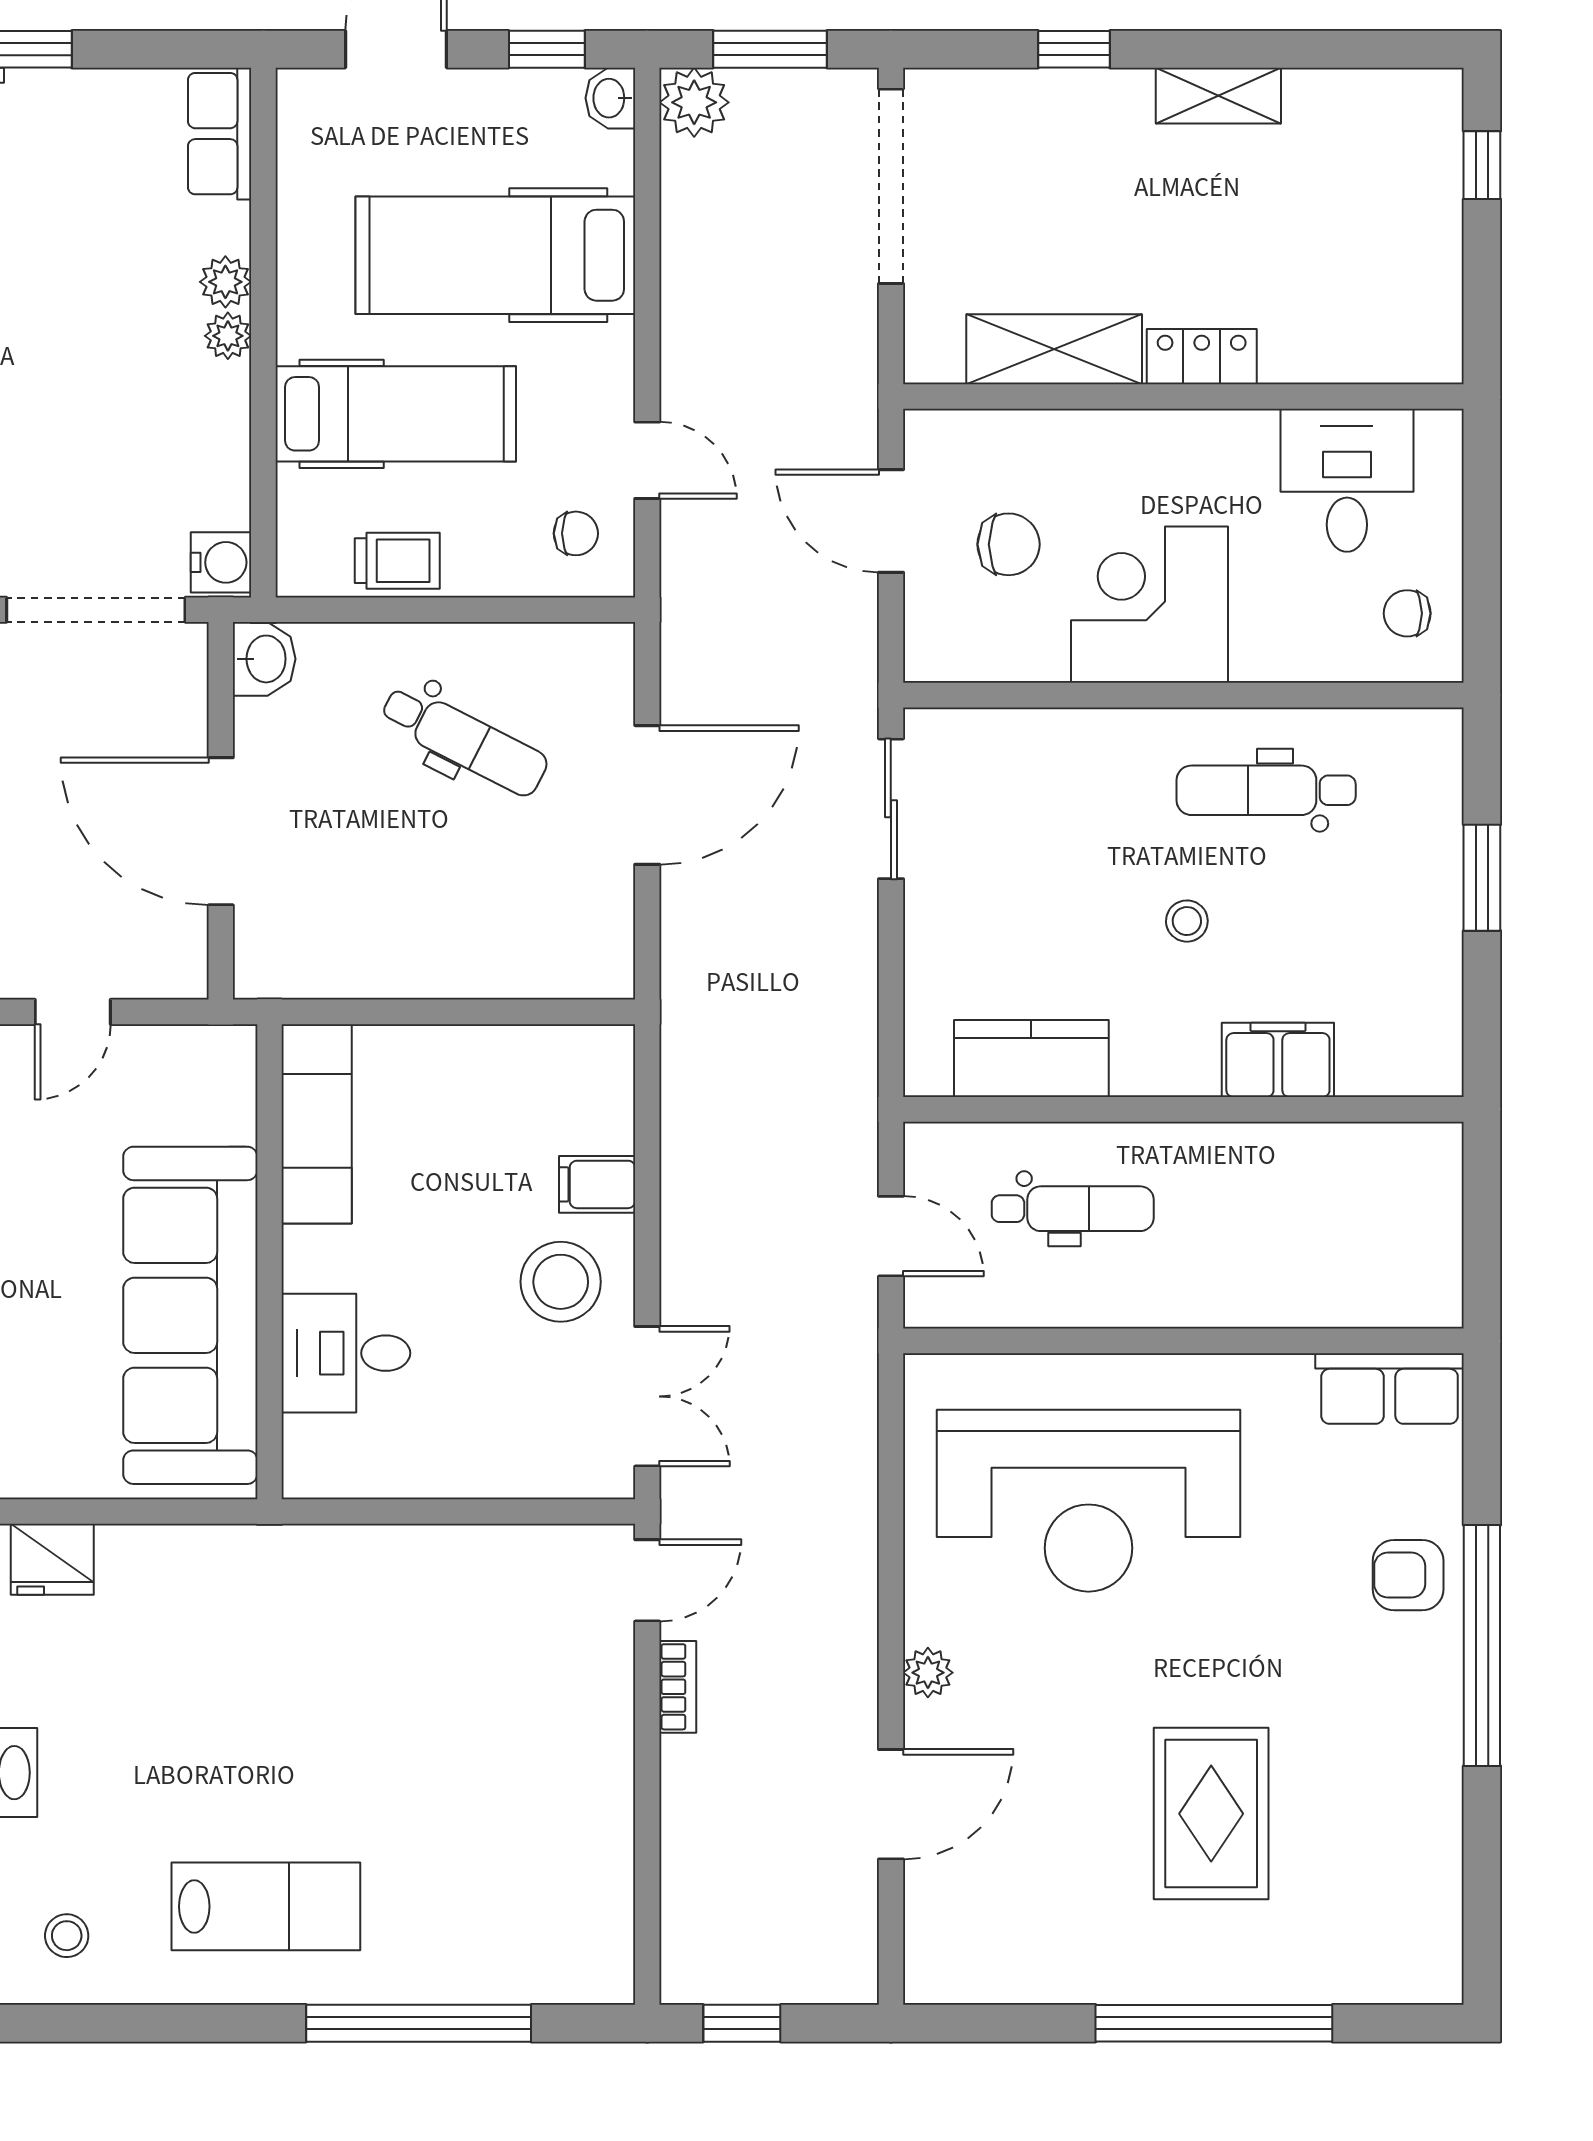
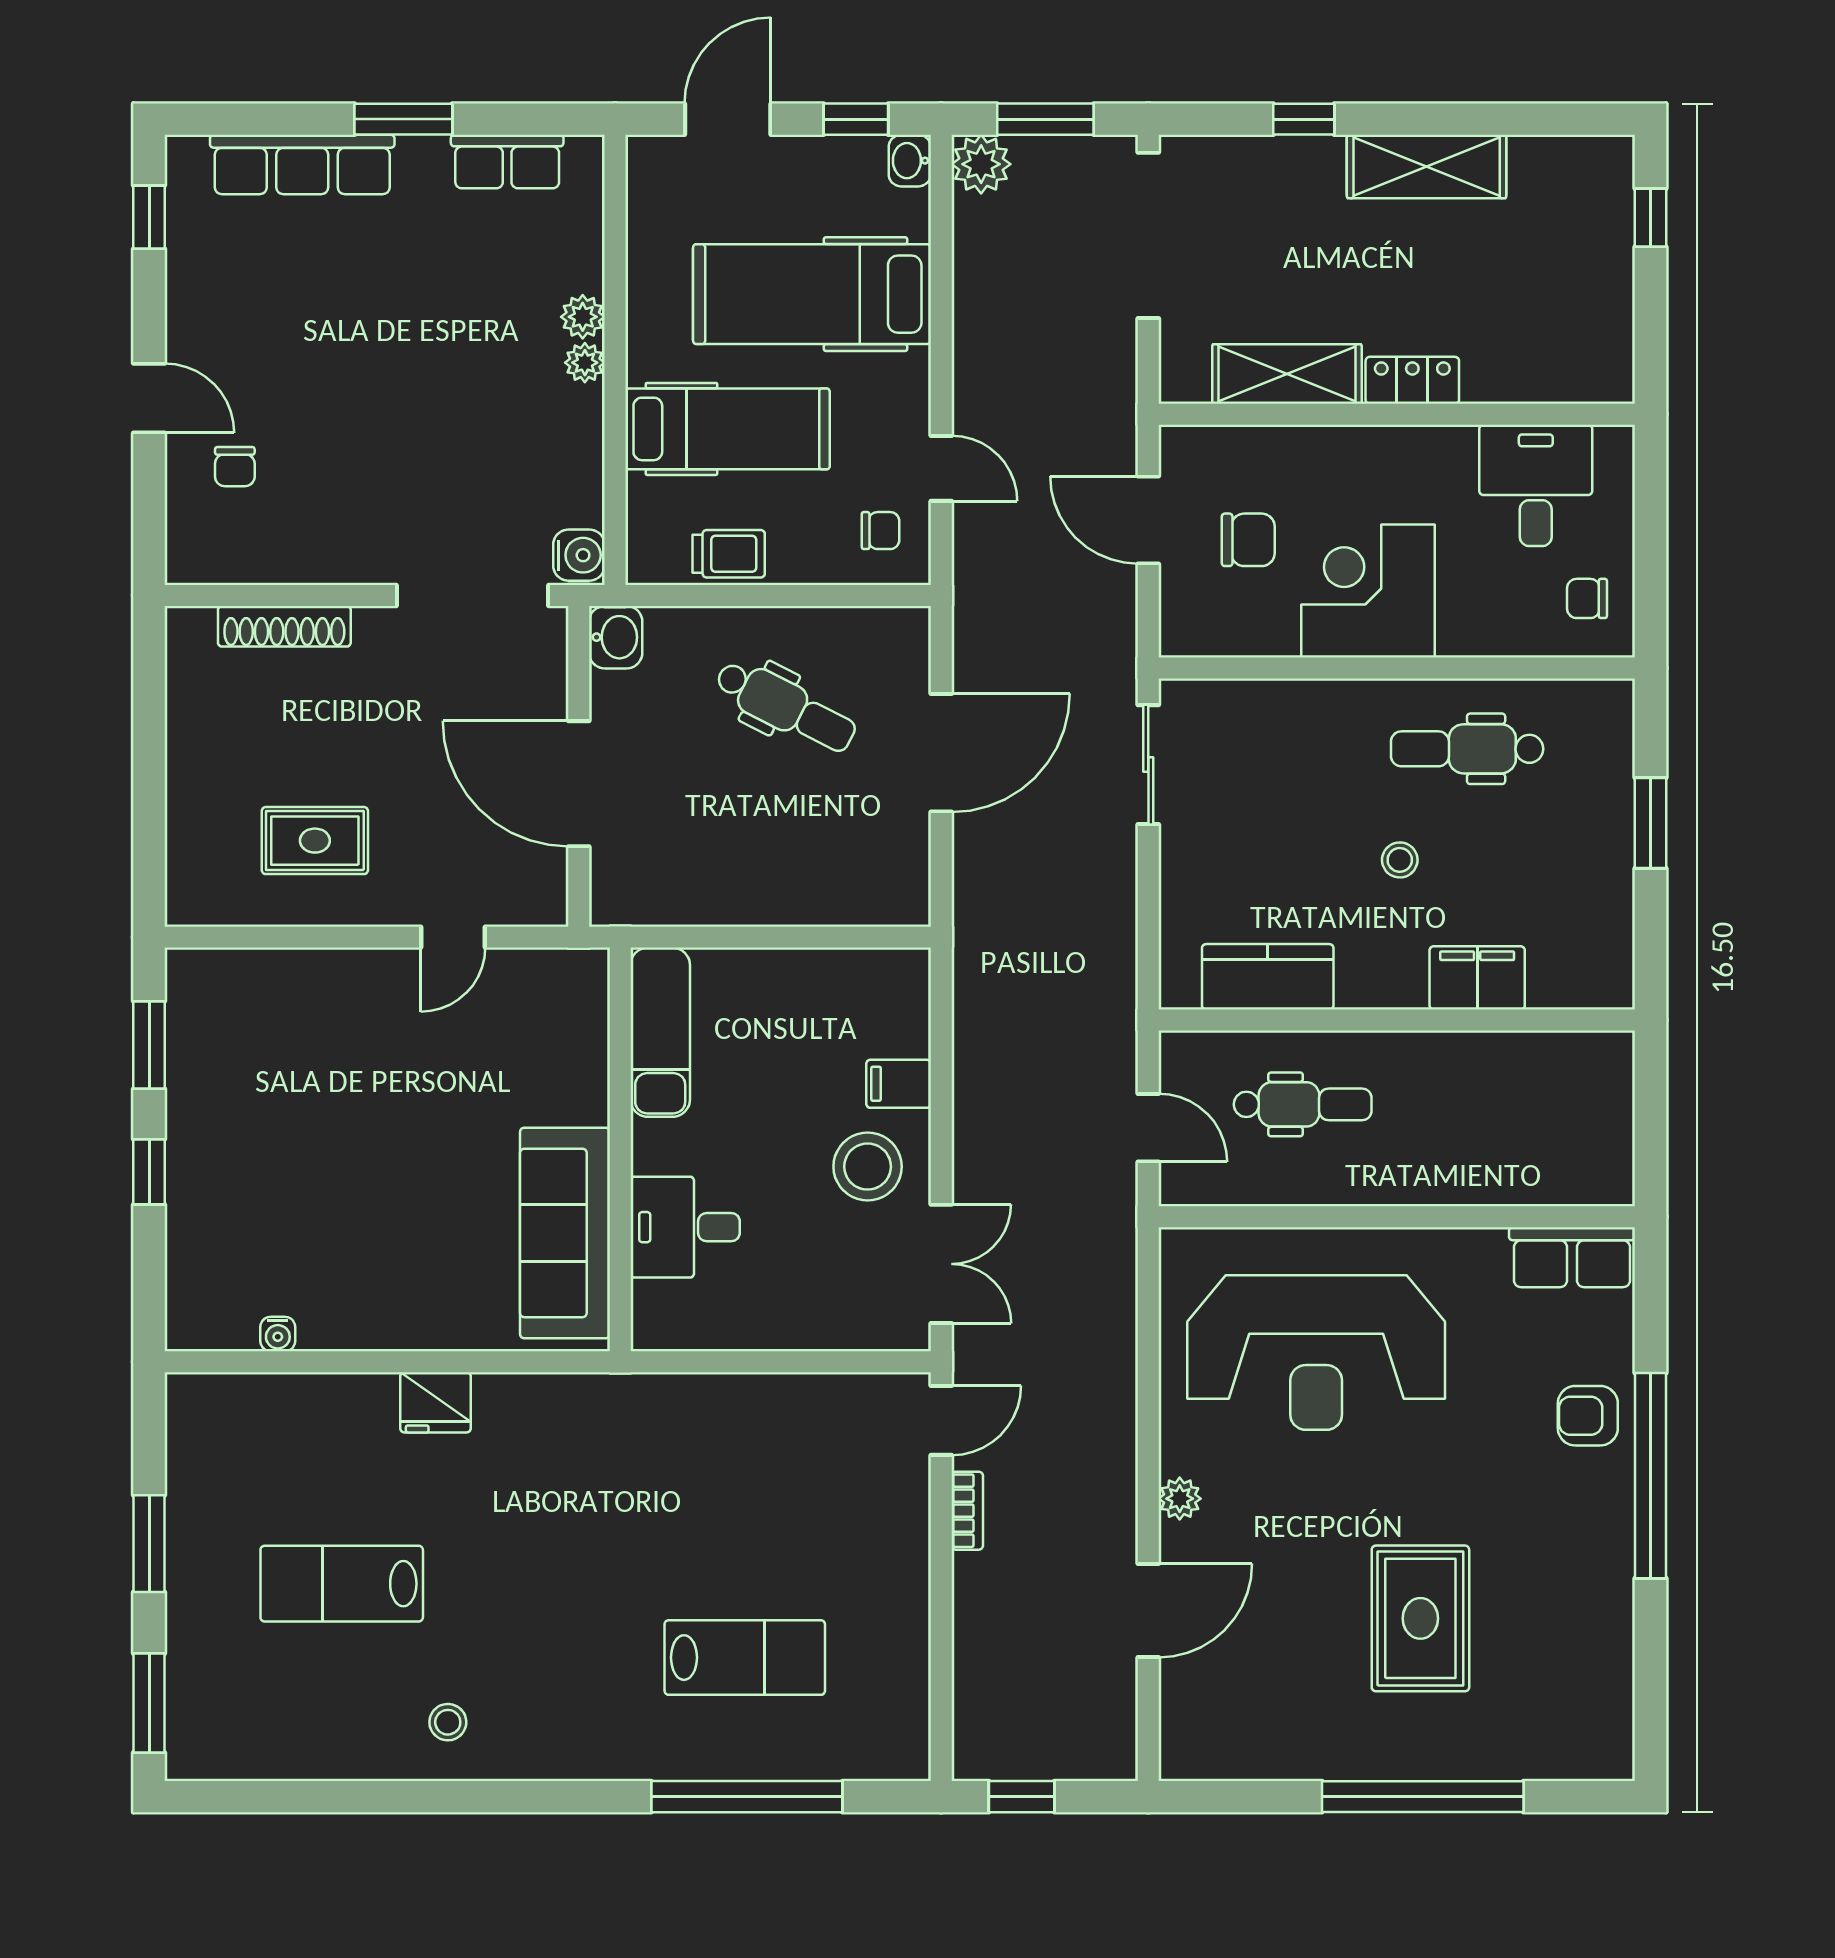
shelving: (1218, 96) -> (1427, 166), width x1.50, depth x1.33
row of seats: (220, 134) -> (507, 161), moved, turned -90
sofa: (190, 1315) -> (565, 1233), width x0.74, depth x0.79
lab bench: (266, 1906) -> (745, 1658), moved

